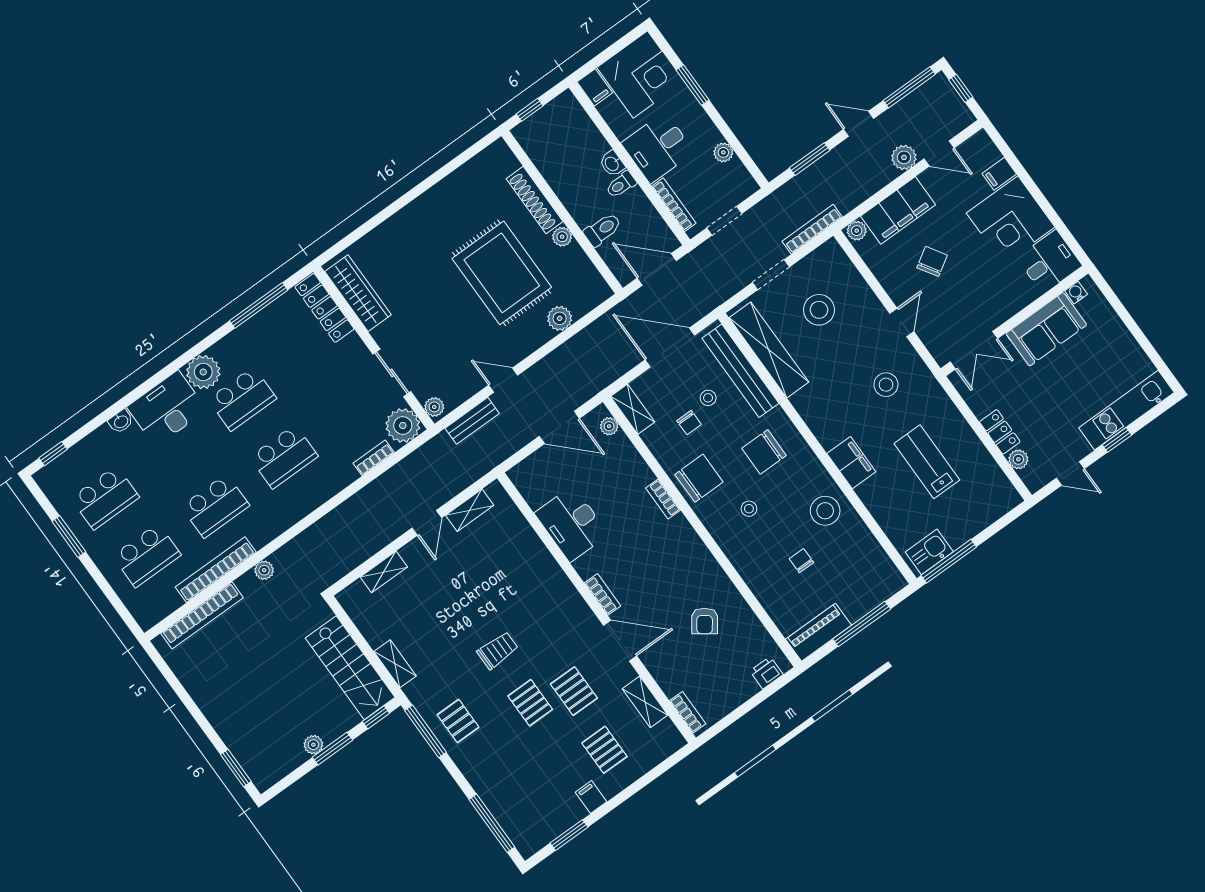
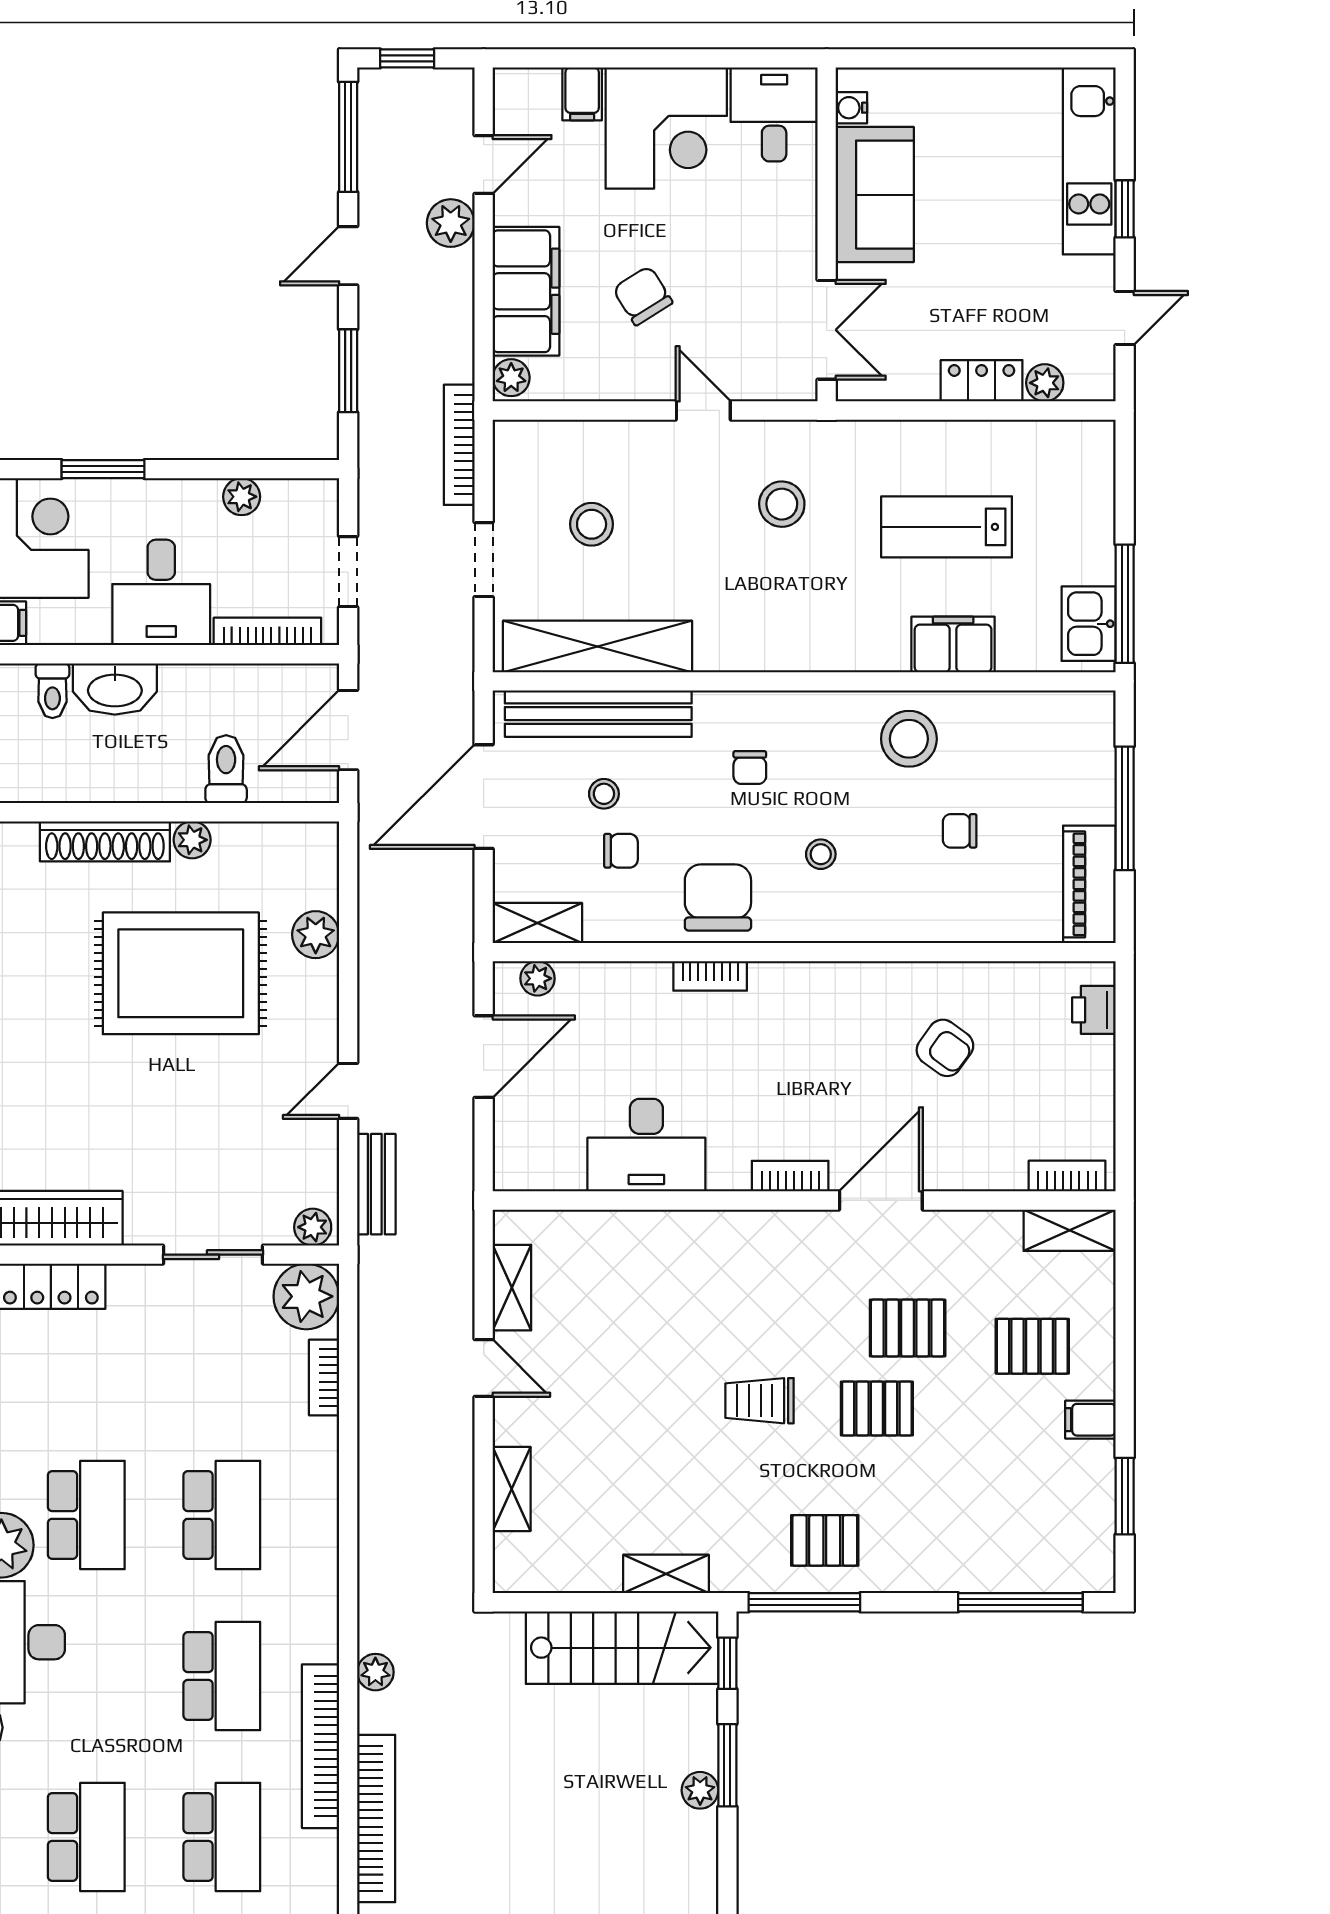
washbasin: (612, 164) -> (115, 689), width x1.91, depth x1.45
toilet: (621, 185) -> (52, 691), moved
stool: (819, 310) -> (592, 524), width x0.73, depth x0.73
chair: (764, 452) -> (750, 768), width x0.54, depth x0.54
filing cabinet: (851, 463) -> (953, 645), moved
trolley: (498, 650) -> (760, 1401), turned -90
shelving: (645, 702) -> (1070, 1230), moved

